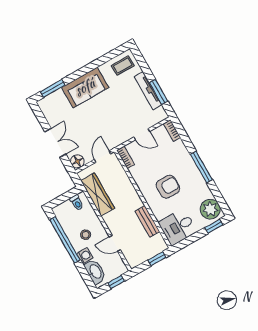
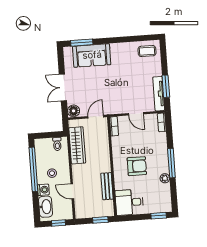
sofa: (85, 87) -> (92, 55), moved
tv unit: (148, 91) -> (159, 94), moved
double door: (55, 143) -> (63, 88), swing flipped
plant: (210, 209) -> (165, 178), moved, width x0.53, depth x0.53

